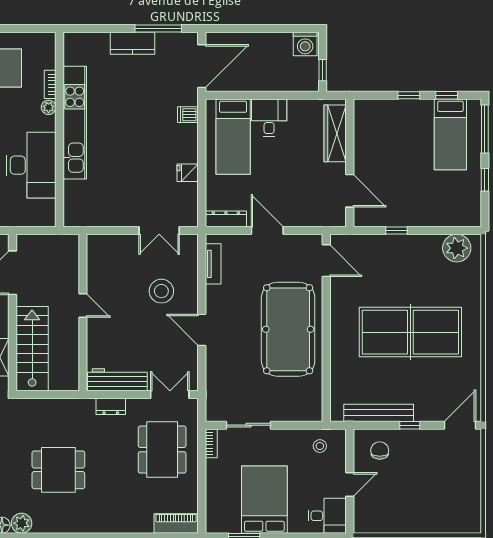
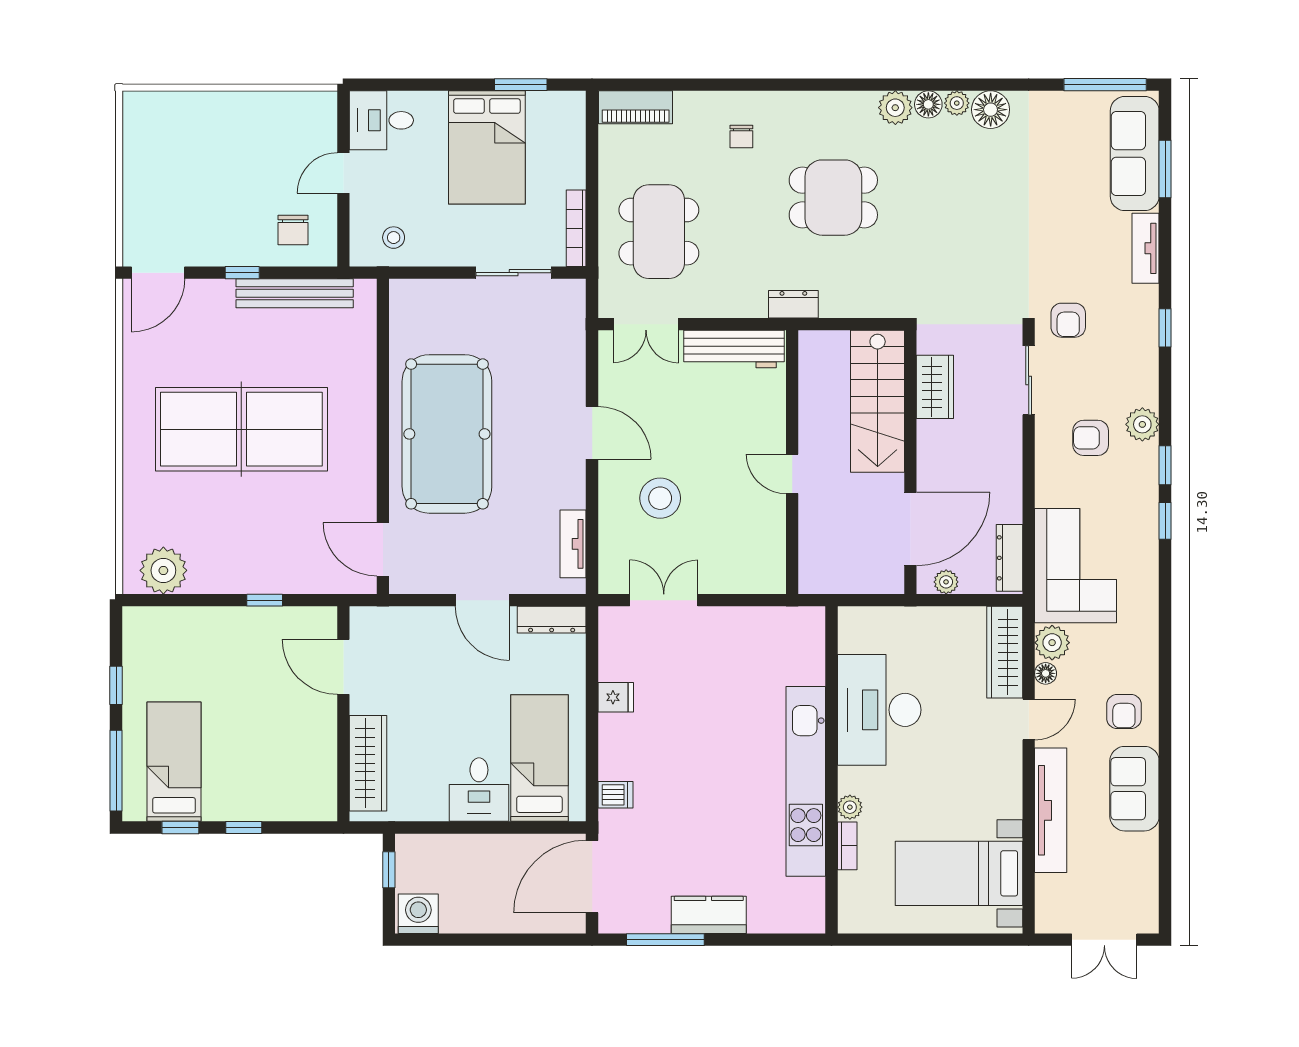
dresser: (111, 406) -> (793, 304), moved
bookcase: (211, 443) -> (576, 228), width x1.56
chair: (113, 506) -> (741, 136), added

